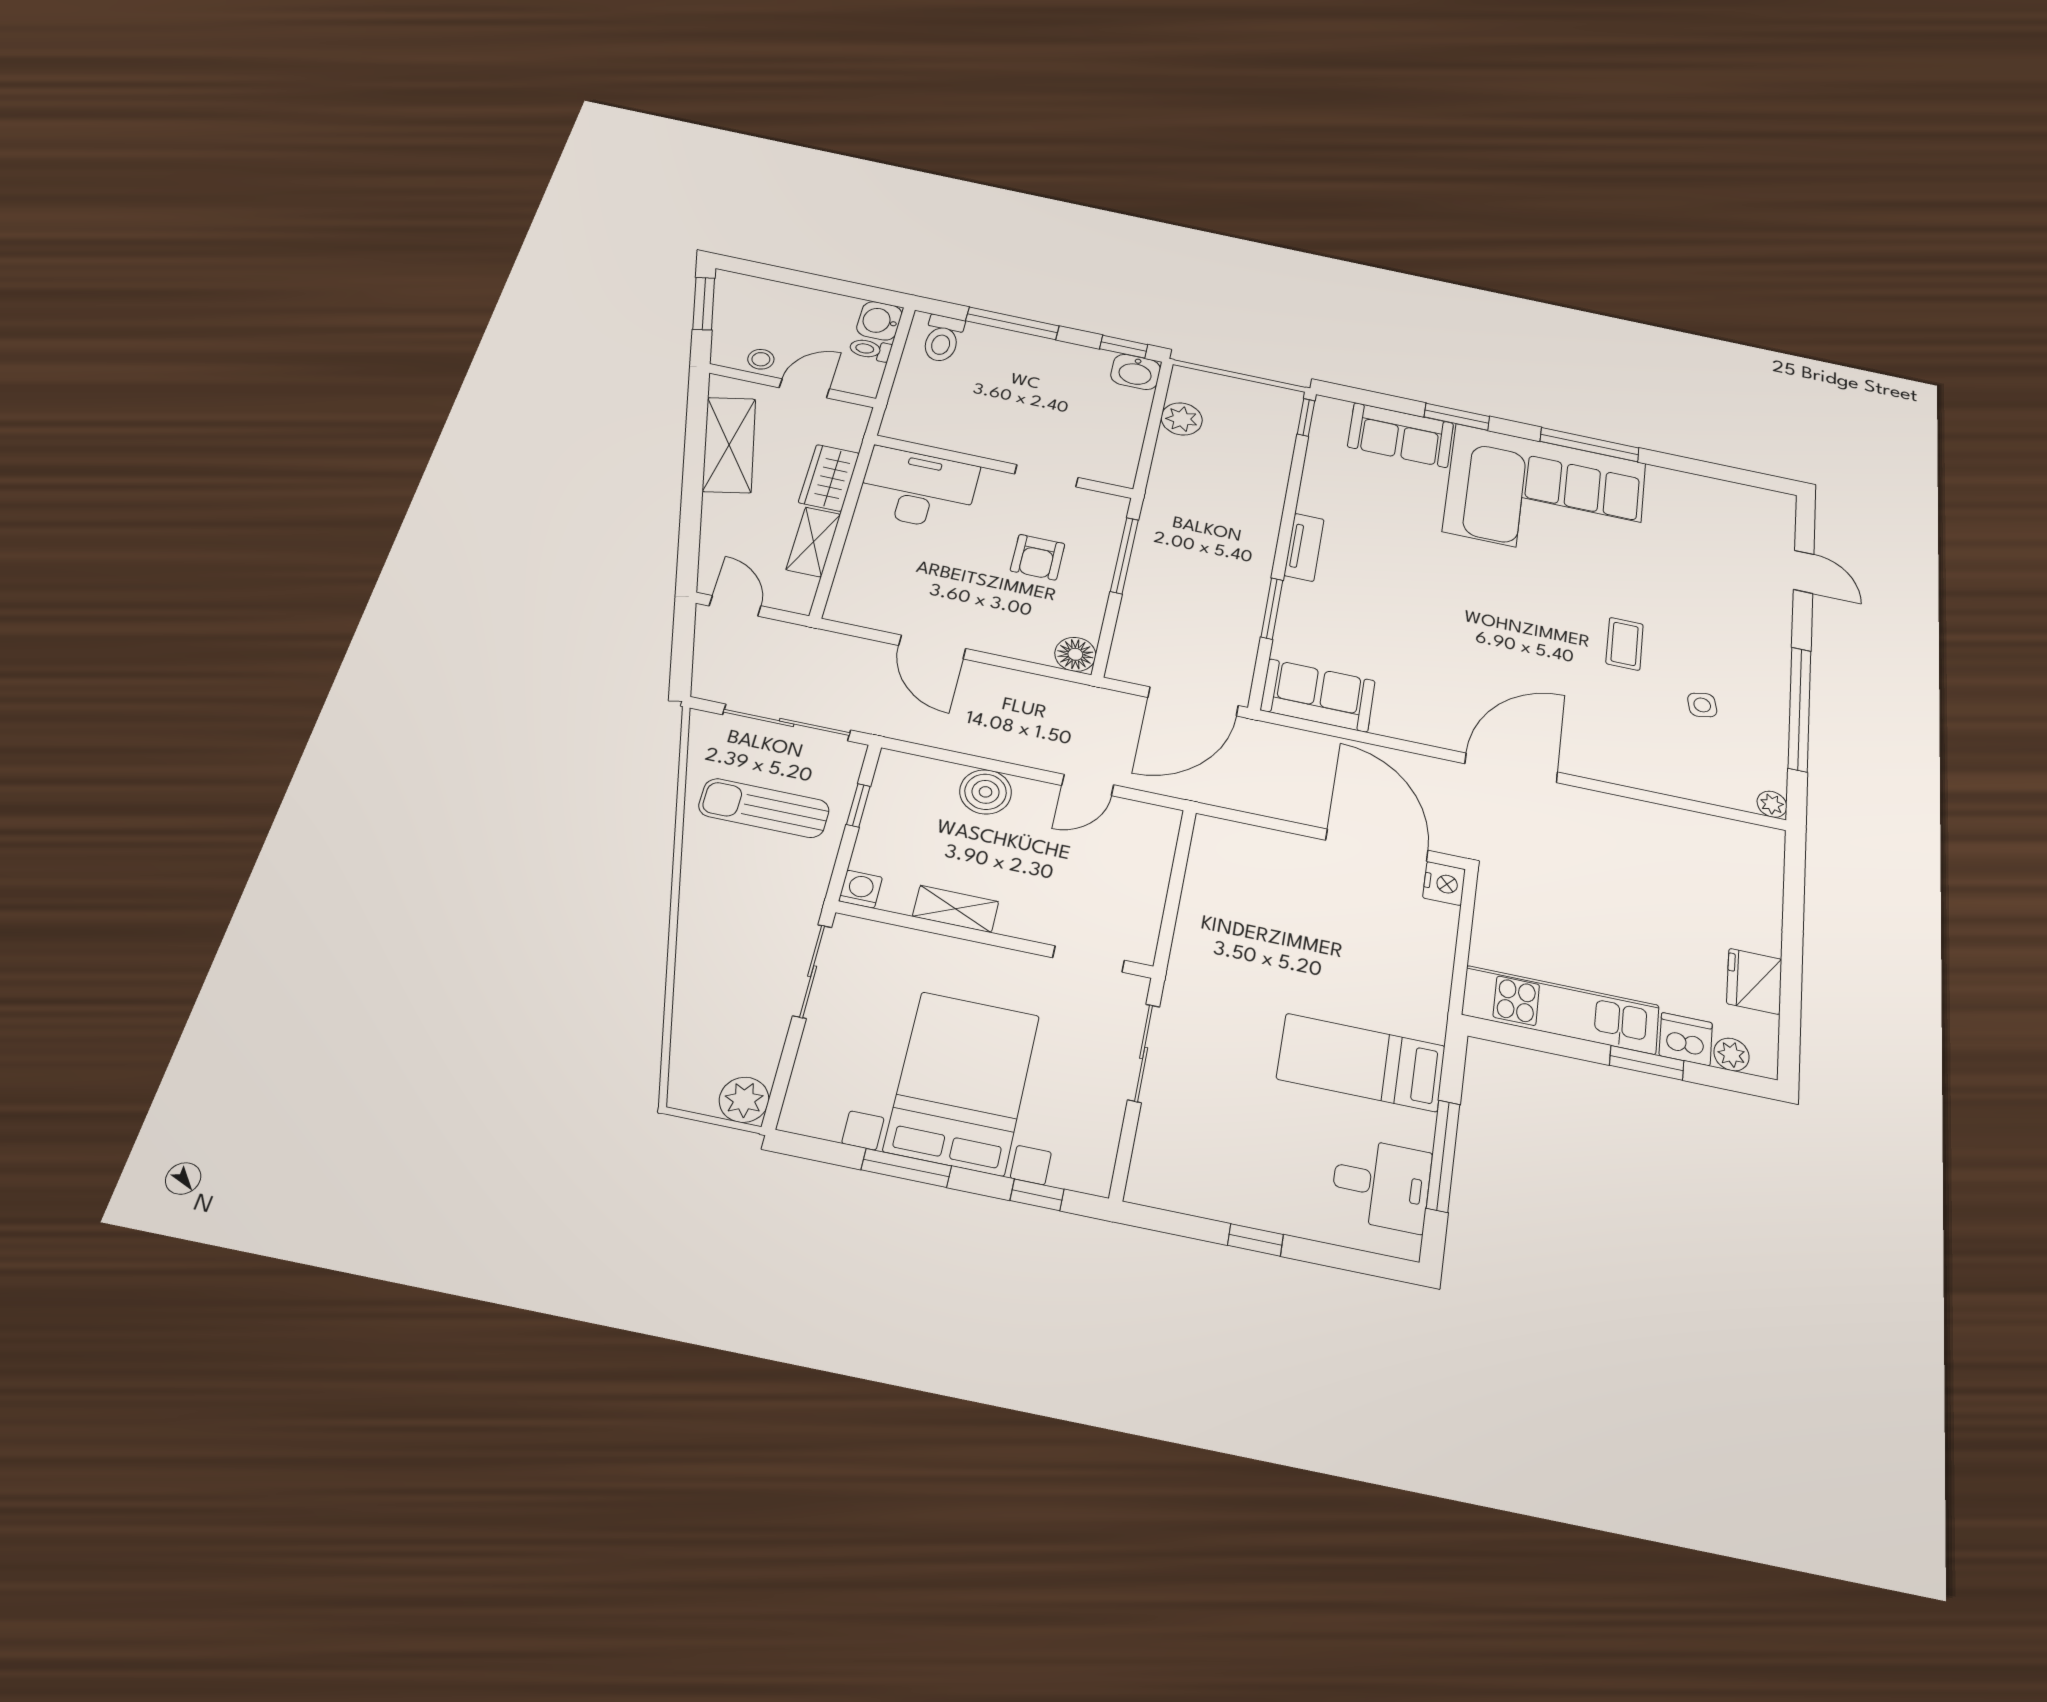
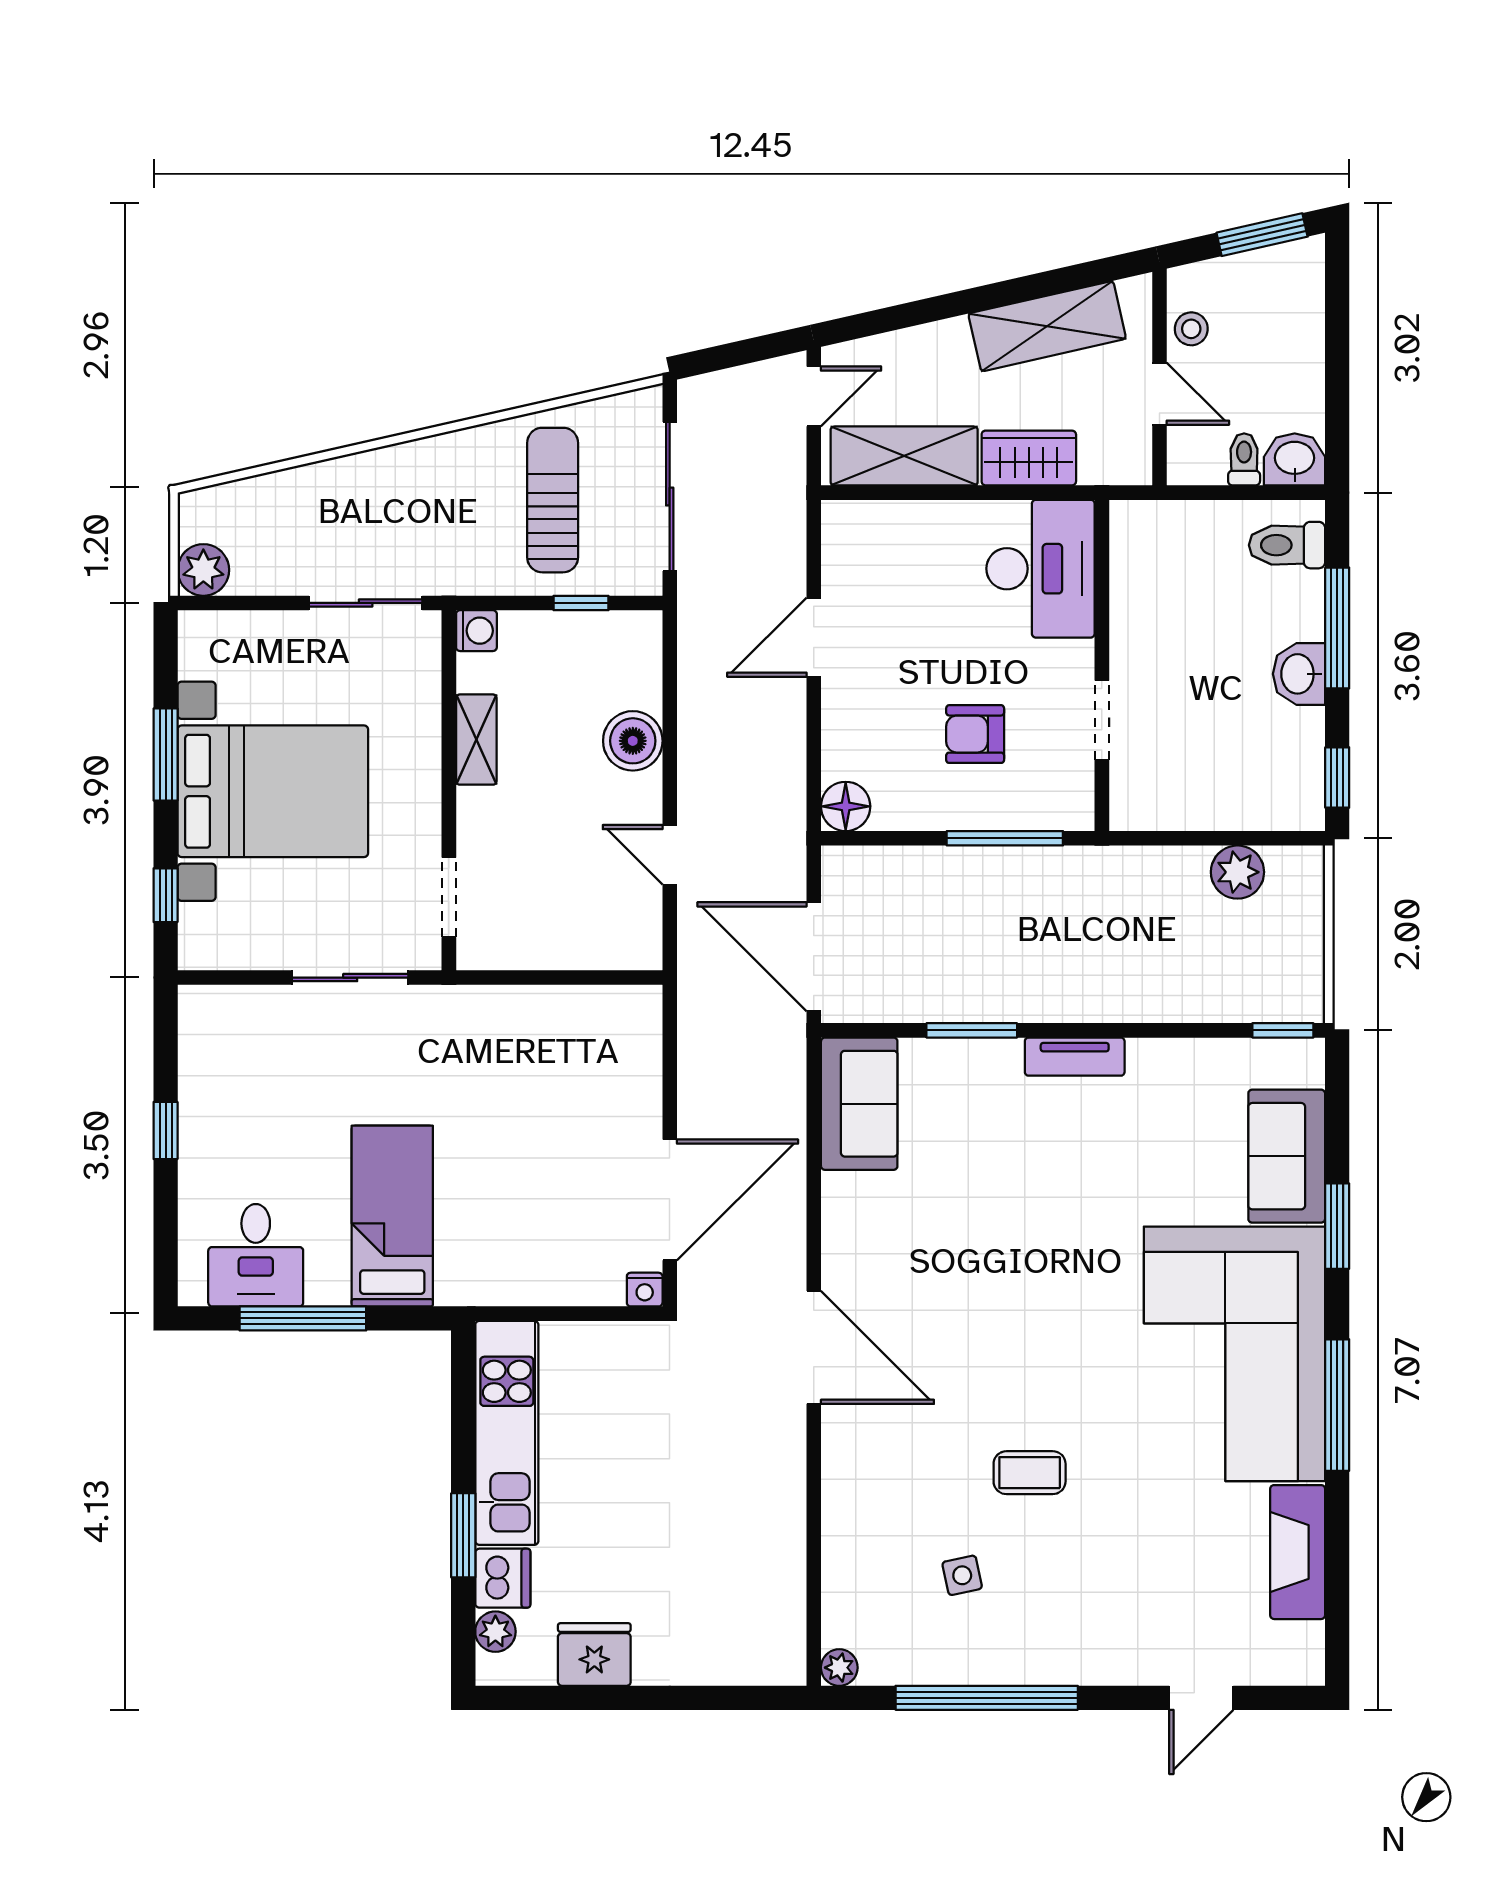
washbasin: (1136, 372) -> (1299, 674), moved
fireplace: (1697, 491) -> (1298, 1552), added
shelving: (813, 542) -> (904, 456), width x1.50, depth x1.33
nightstand: (1444, 883) -> (645, 1290), width x0.72, depth x0.74

